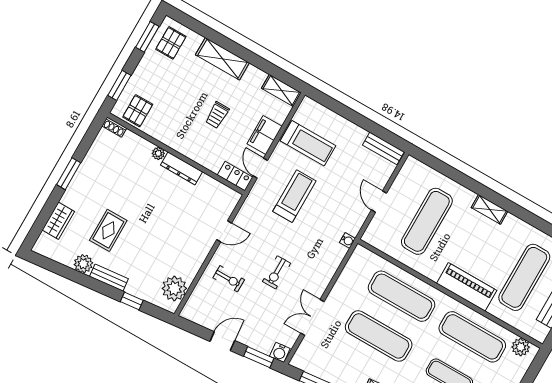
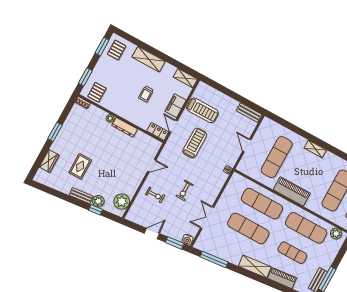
plant: (83, 264) -> (98, 201), moved
piano: (467, 287) -> (292, 191), moved

